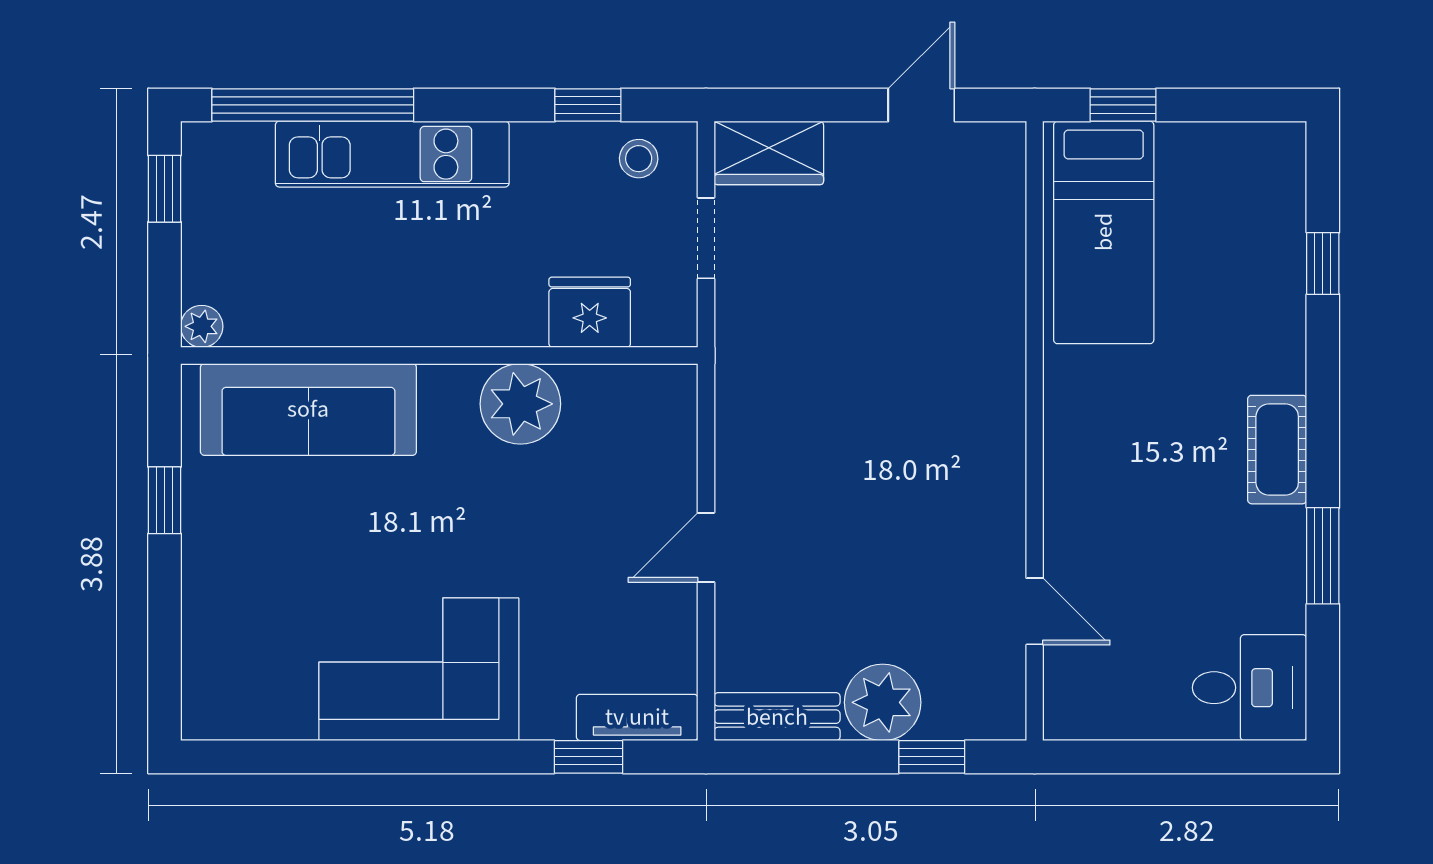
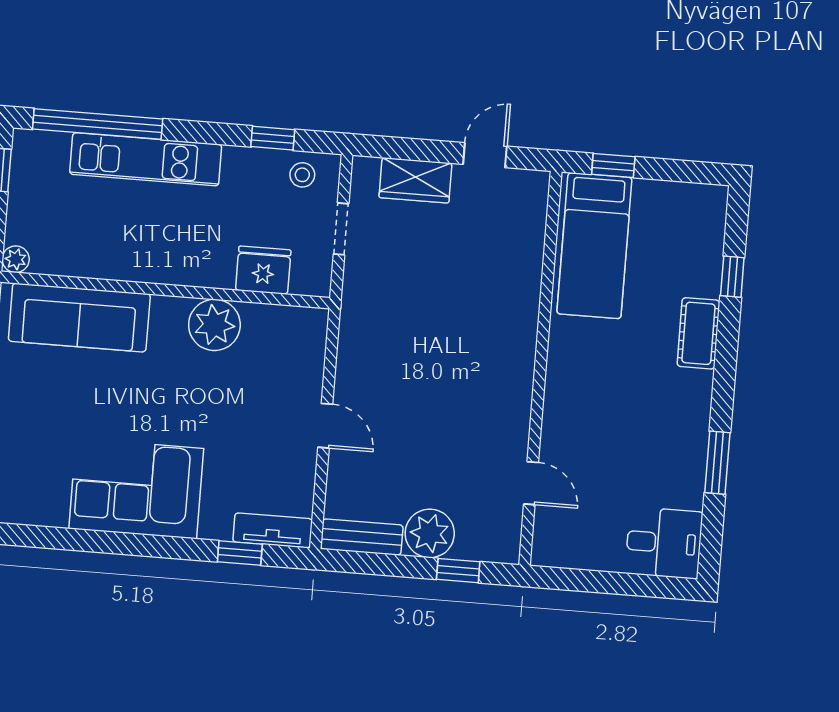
wardrobe: (769, 153) -> (415, 180), moved
cot: (1277, 450) -> (699, 333), moved
door: (706, 547) -> (325, 426), swing flipped

